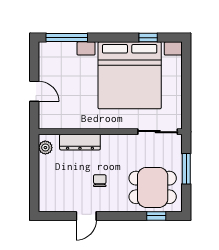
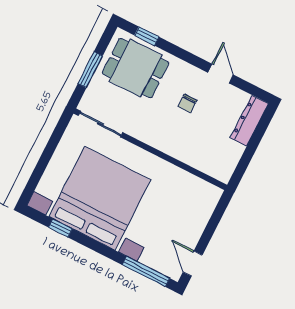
door: (34, 91) -> (193, 264), moved
dresser: (80, 142) -> (249, 121), moved, turned -90
plant: (45, 148) -> (227, 167), removed
door: (86, 216) -> (221, 74), hinge flipped

